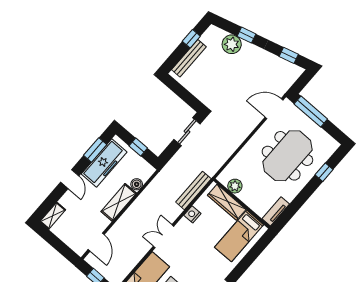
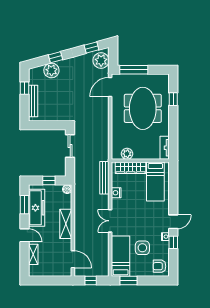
plant: (287, 76) -> (101, 60), added
boiler: (137, 184) -> (67, 189), moved
shelving: (53, 216) -> (33, 254), moved

